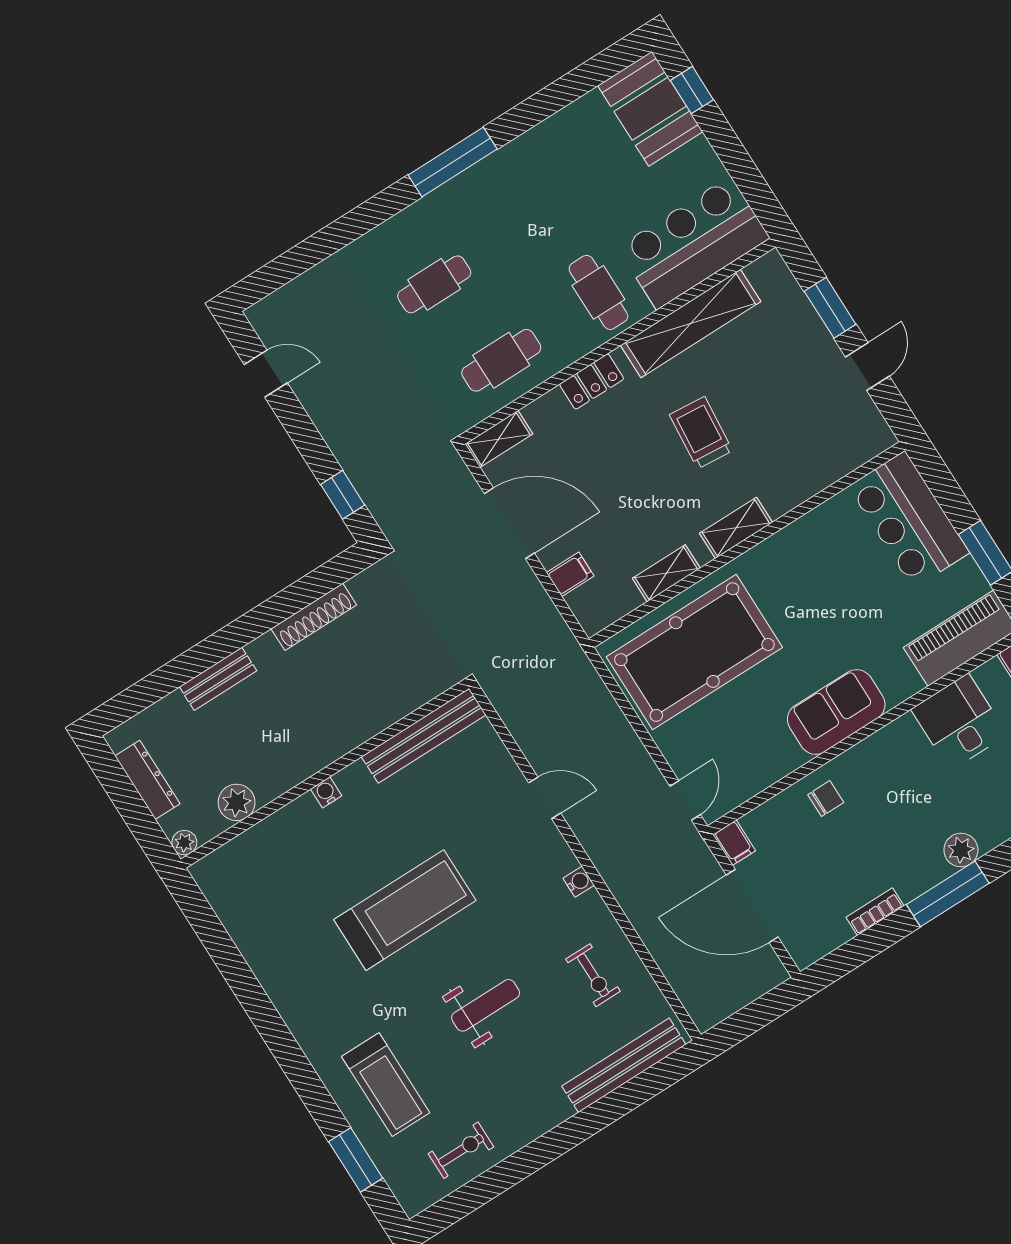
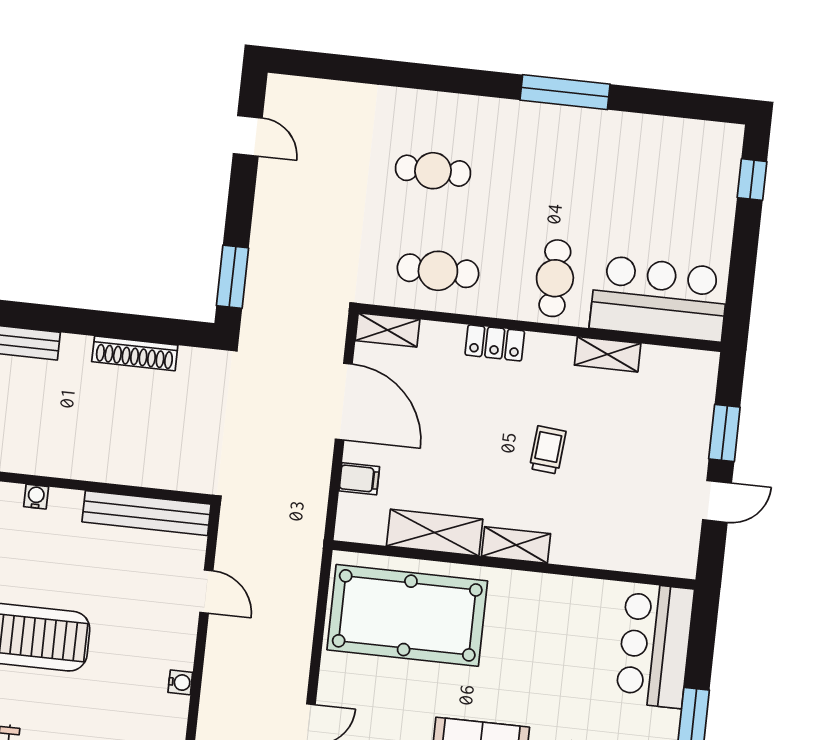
booth: (650, 109) -> (708, 168), removed
window: (453, 162) -> (565, 92), moved
shelving: (691, 323) -> (608, 354), width x0.45, depth x0.75
trolley: (701, 433) -> (548, 450), width x0.73, depth x0.72
window: (343, 495) -> (232, 277), width x1.50
shelving: (666, 573) -> (435, 533), width x1.50, depth x1.33
door: (545, 798) -> (206, 592), moved
water cooler: (579, 882) -> (180, 682), moved

